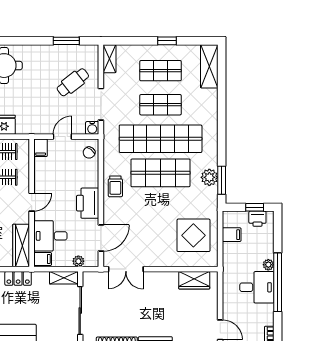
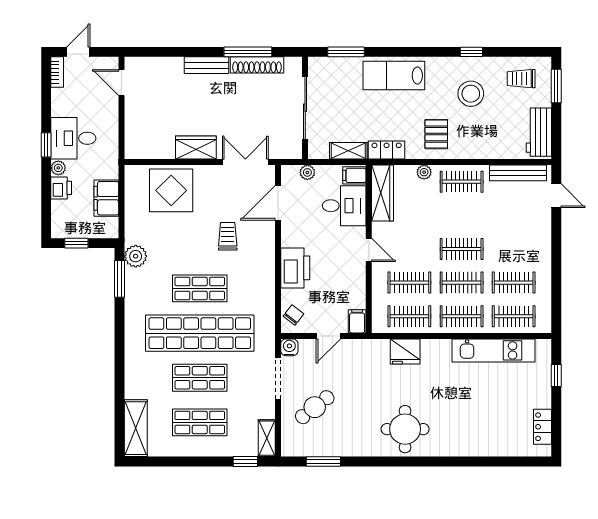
window: (167, 41) -> (245, 461), moved
shop shelf: (161, 173) -> (200, 288), width x0.70, depth x0.74
plant: (209, 177) -> (136, 256), moved
trolley: (115, 186) -> (228, 236), moved
door: (32, 202) -> (369, 250), swing flipped
printer: (88, 203) -> (295, 268), moved
printer: (257, 219) -> (61, 188), moved, turned 90
display table: (193, 235) -> (171, 190), moved
filing cabinet: (232, 235) -> (106, 198), width x2.00
shelving: (64, 278) -> (348, 151), moved
wardrobe: (194, 280) -> (196, 147), moved
window: (278, 282) -> (46, 145), width x0.32

